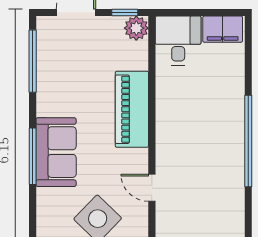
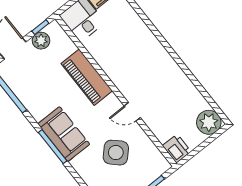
plant: (136, 28) -> (41, 41), moved
window: (248, 141) -> (165, 44), removed

